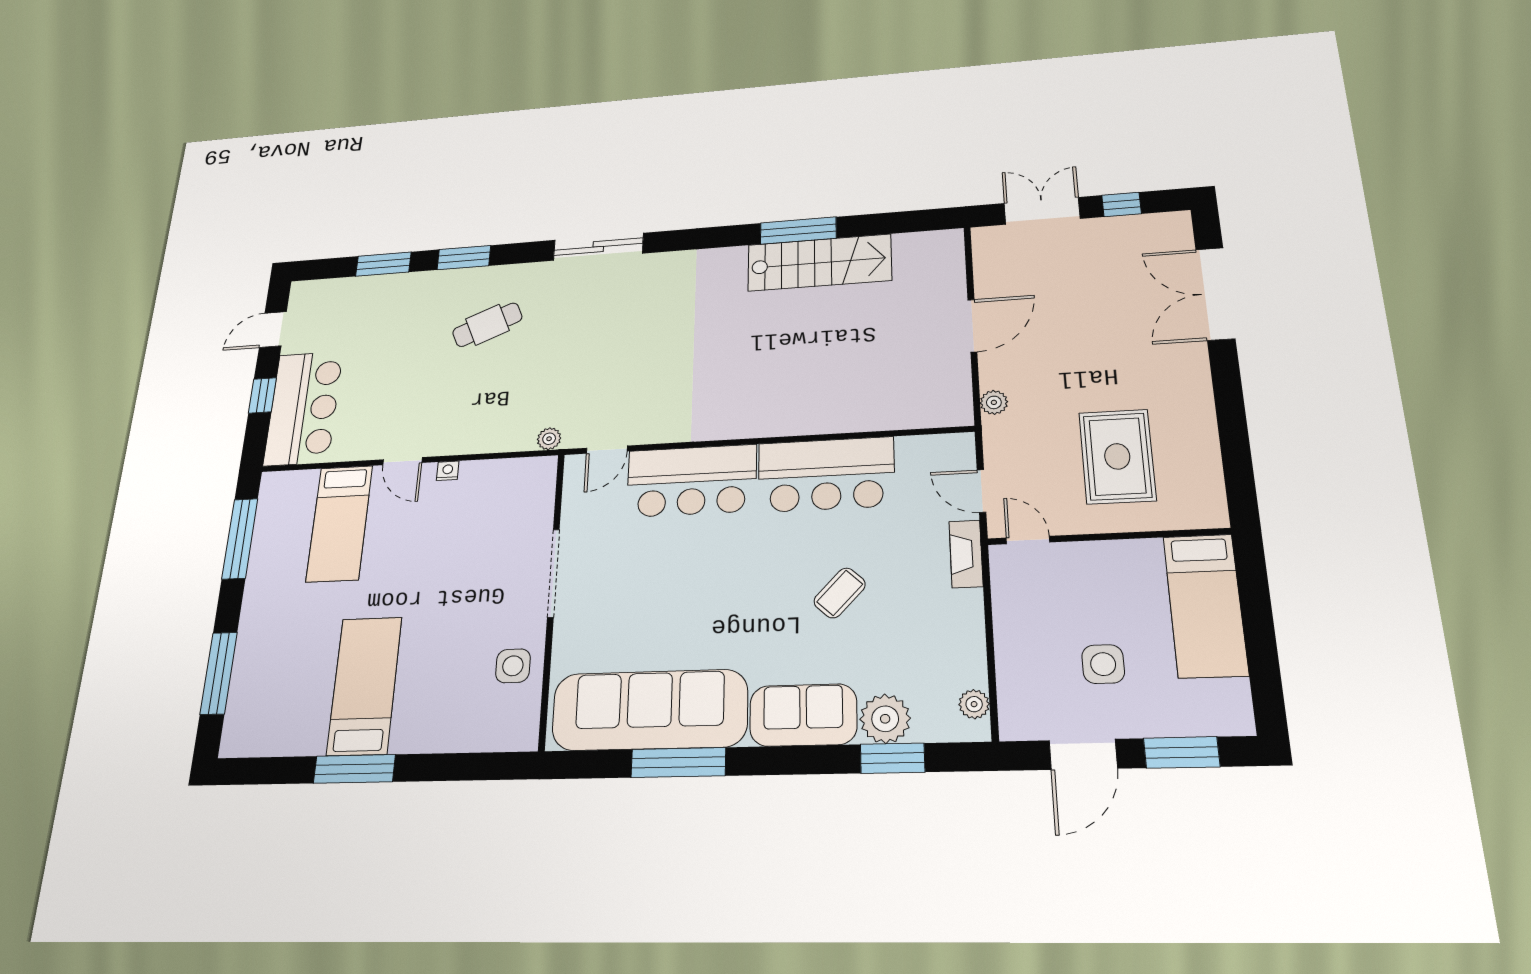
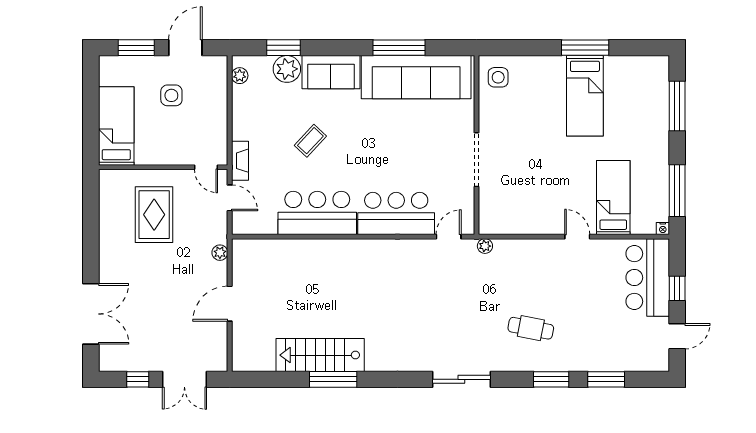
cafe table: (487, 325) -> (531, 328), turned 34
nightstand: (448, 471) -> (663, 229), moved
side table: (513, 666) -> (498, 77), moved

